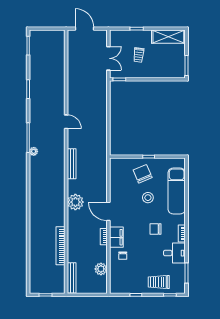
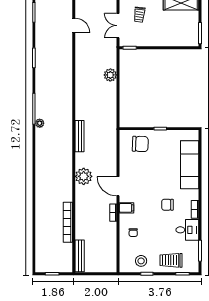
trolley: (139, 55) -> (139, 15), moved
double door: (108, 58) -> (118, 26), swing flipped
door: (66, 122) -> (74, 25), moved
chair: (143, 174) -> (140, 144), moved, turned 115
stool: (148, 198) -> (141, 261), moved
filing cabinet: (116, 237) -> (127, 208), width x0.50
plant: (101, 269) -> (110, 75), moved

